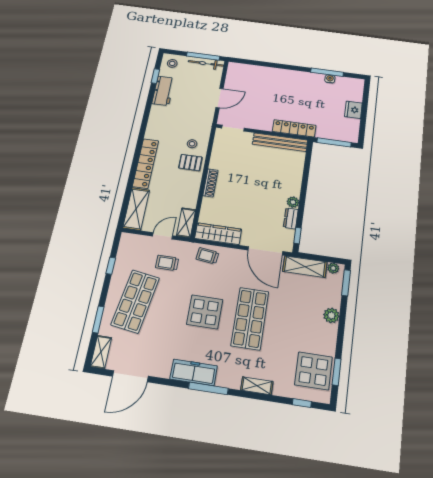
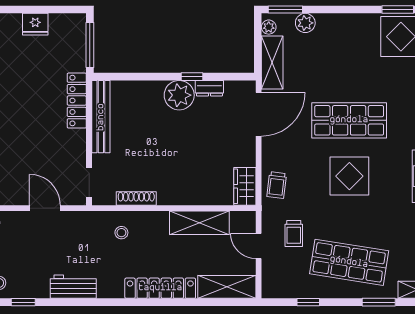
workbench: (163, 91) -> (73, 287), moved
pallet: (190, 163) -> (150, 230), removed
shoe rack: (210, 183) -> (136, 198), moved
plant: (293, 202) -> (179, 95), width x1.88, depth x1.88
shelving: (186, 223) -> (199, 223), moved, width x1.50, depth x1.33
wardrobe: (218, 234) -> (245, 186), width x0.67
window: (298, 236) -> (192, 77), moved
plant: (331, 315) -> (305, 23), moved

